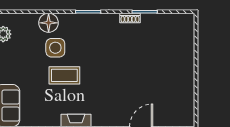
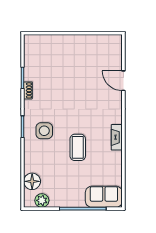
floor lamp: (49, 23) -> (32, 181), moved
side table: (55, 48) -> (44, 131), moved

